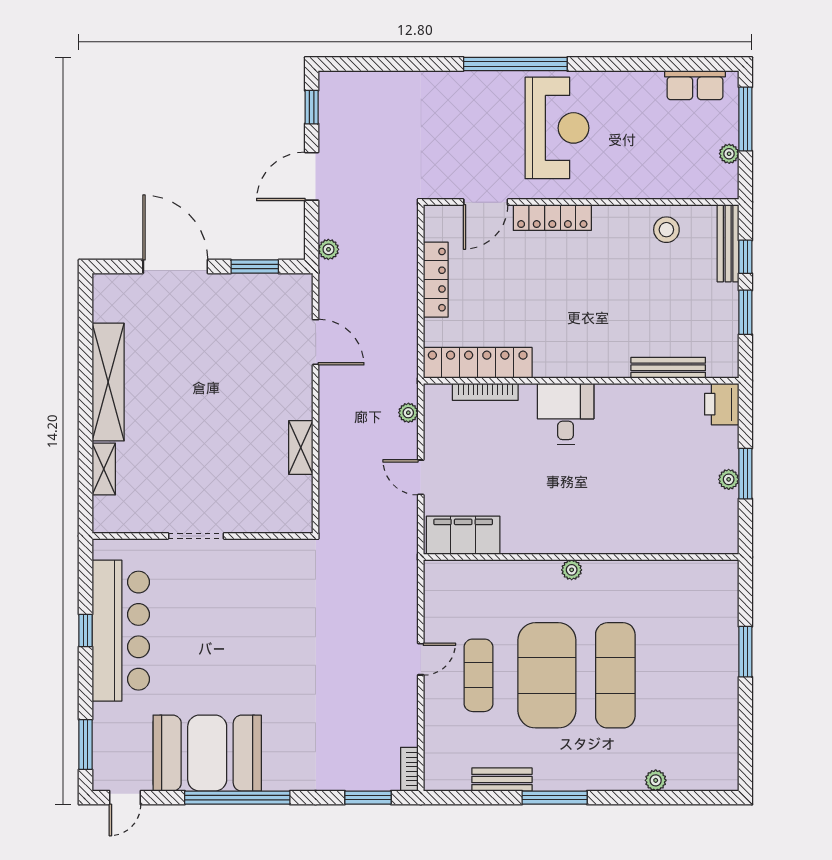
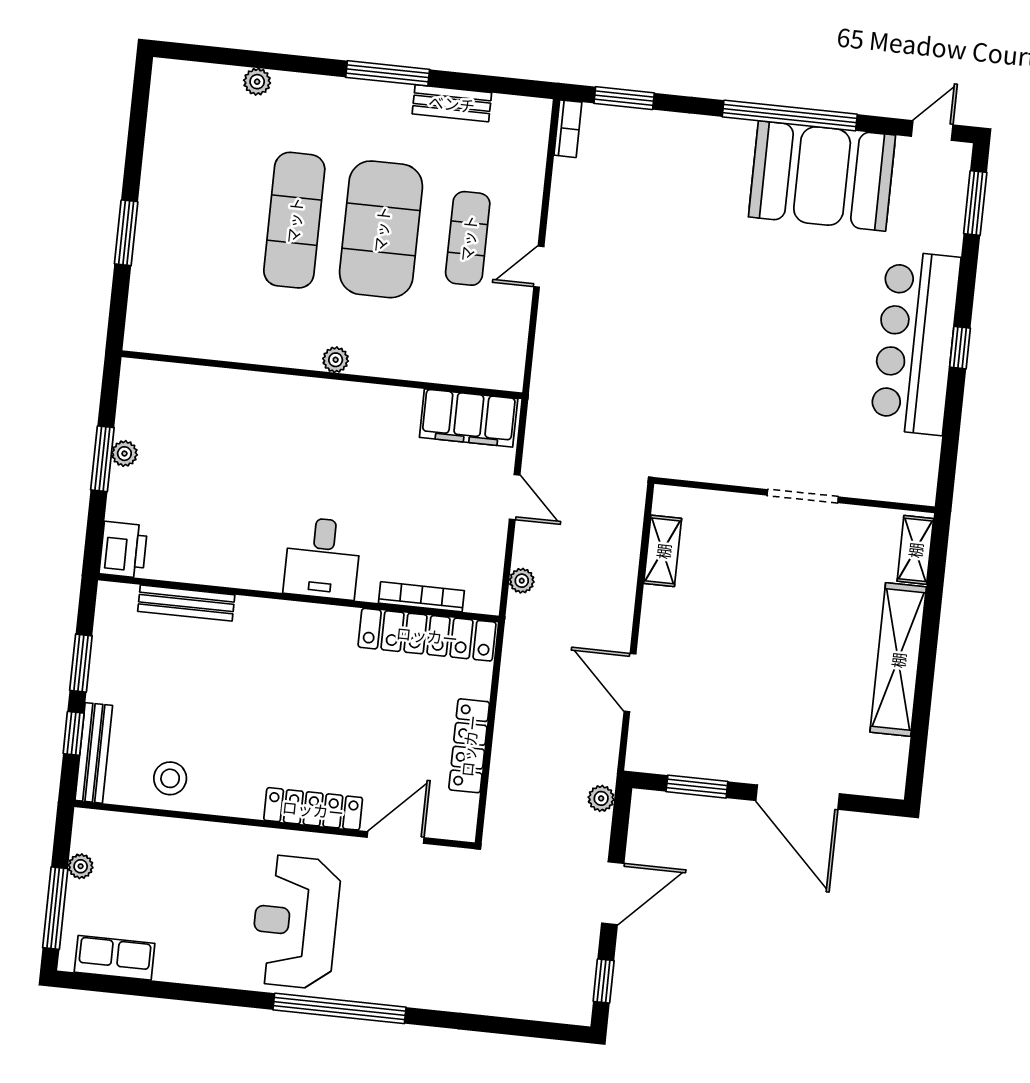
doorway: (196, 536) -> (803, 496), moved
wall: (202, 536) -> (794, 495), moved

